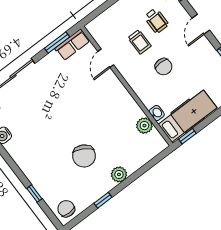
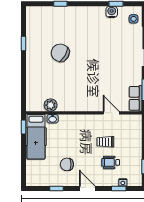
chair: (164, 67) -> (67, 164), moved
plant: (119, 174) -> (32, 66), removed
chair: (66, 209) -> (36, 17), removed

